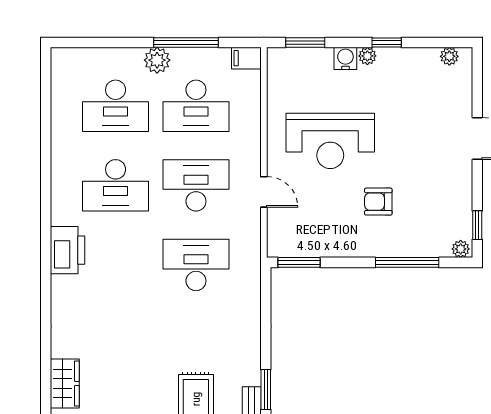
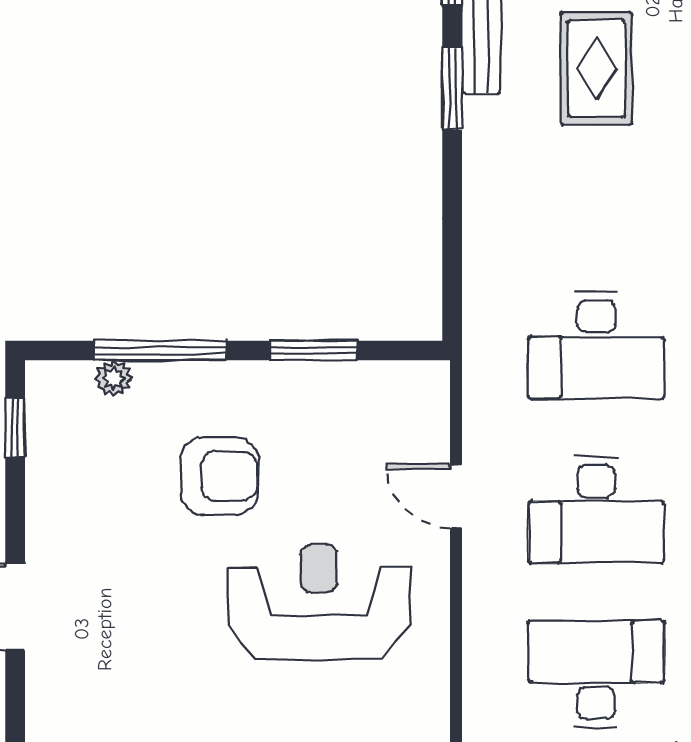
armchair: (378, 202) -> (220, 476), width x1.38, depth x1.38
plant: (461, 249) -> (114, 378), moved
window: (299, 262) -> (313, 350), moved

